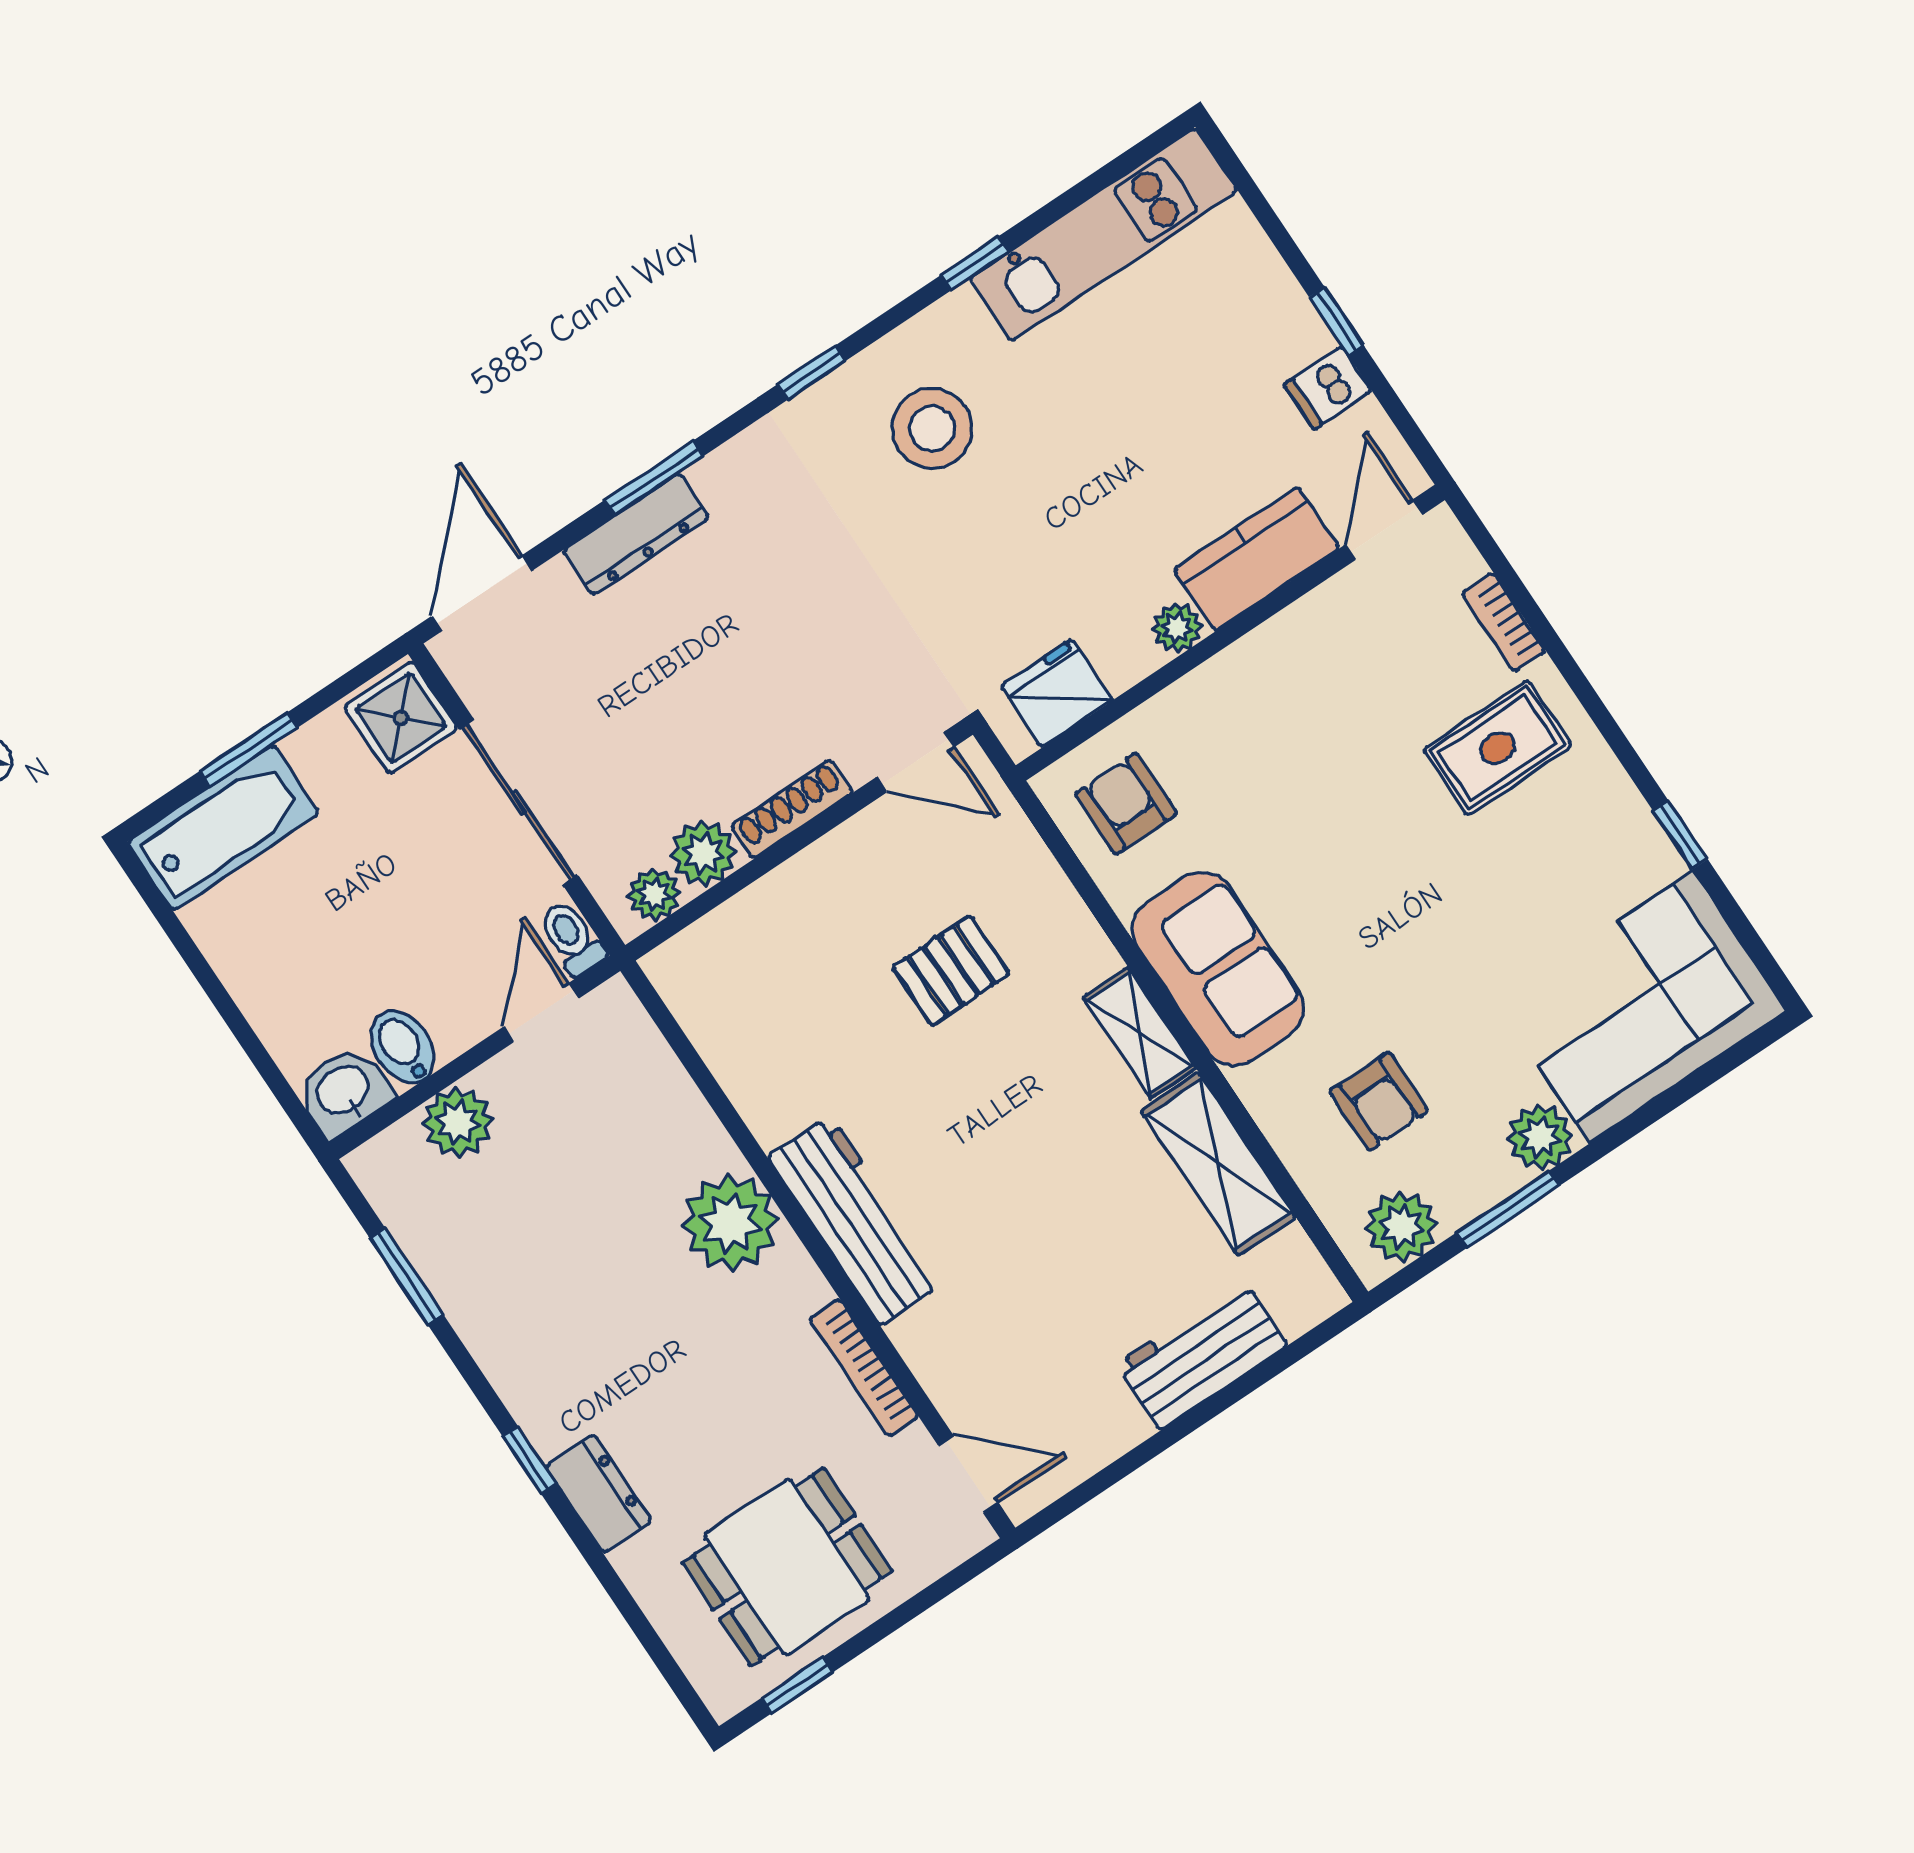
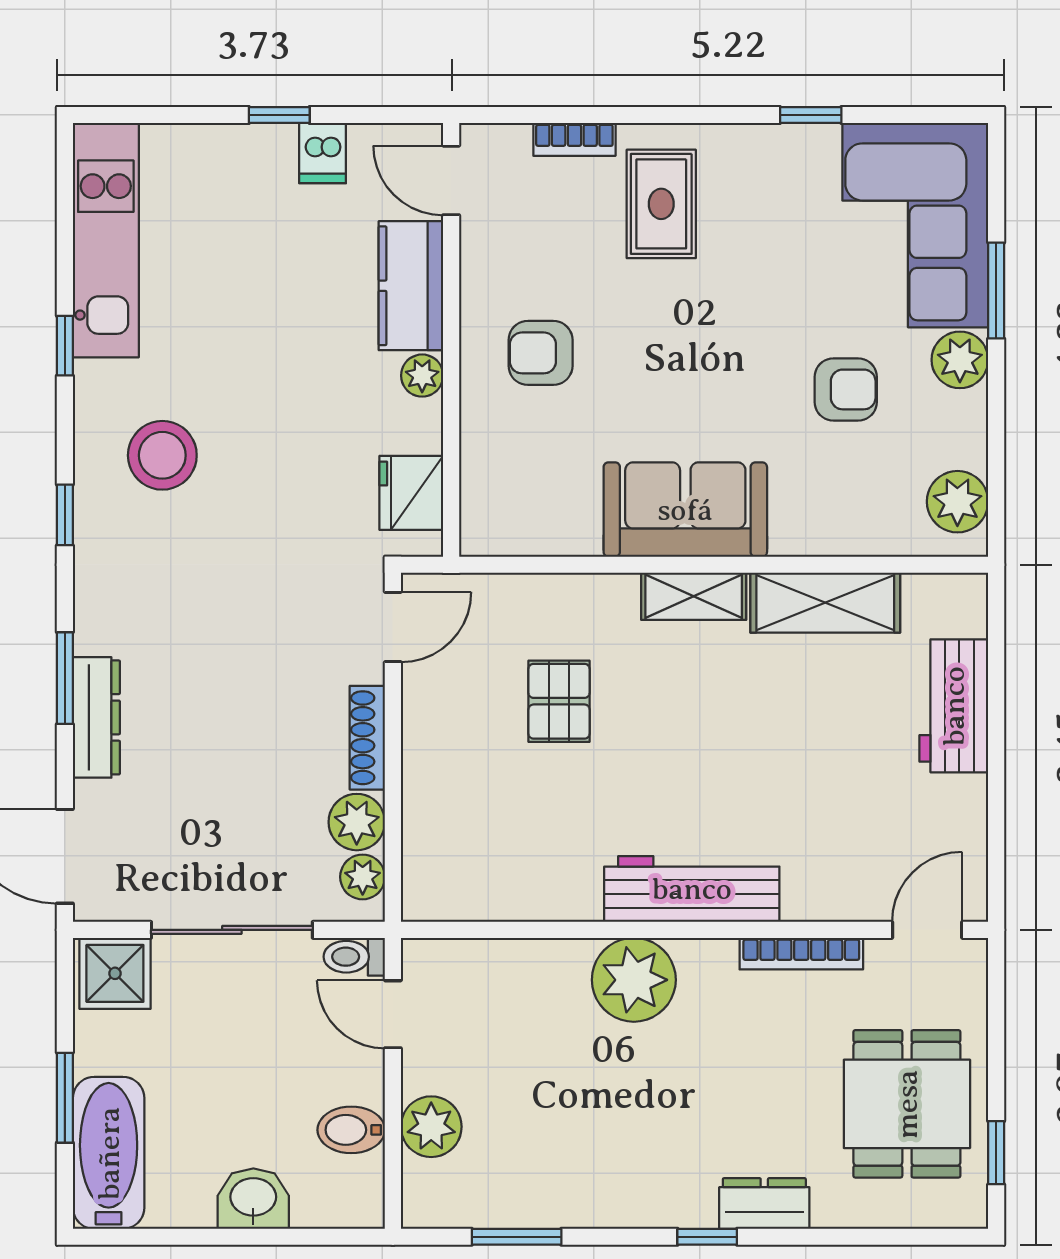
armchair: (1126, 804) -> (541, 353), moved
washbasin: (344, 1091) -> (253, 1199), moved, turned 90
armchair: (1379, 1101) -> (846, 389), moved
window: (1508, 1209) -> (996, 291), moved

